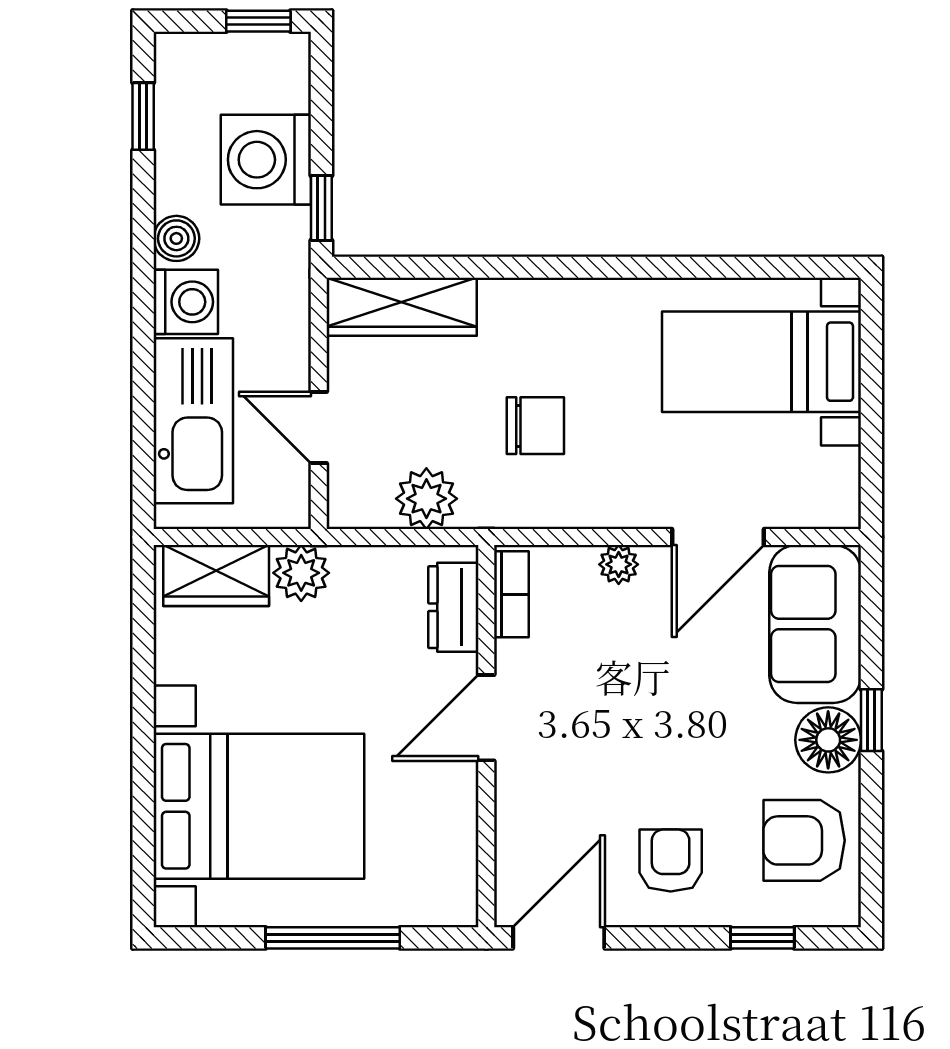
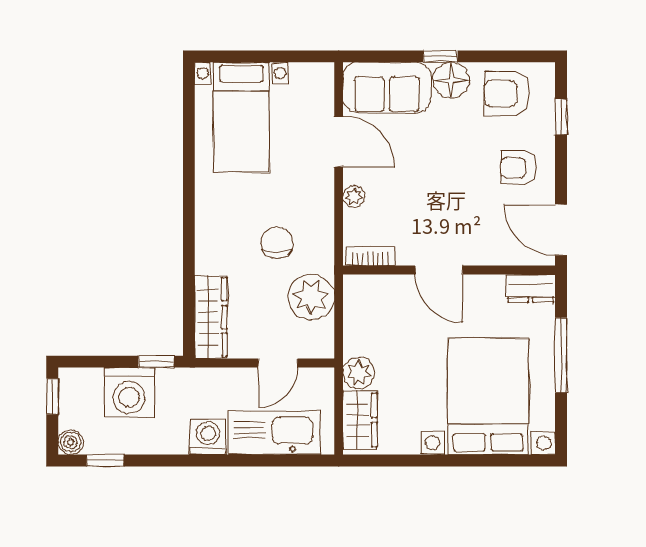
boiler: (176, 238) -> (71, 442), moved
plant: (426, 499) -> (311, 297), width x1.36, depth x1.36
dresser: (453, 607) -> (530, 288), moved
armchair: (804, 840) -> (507, 94), turned 90

